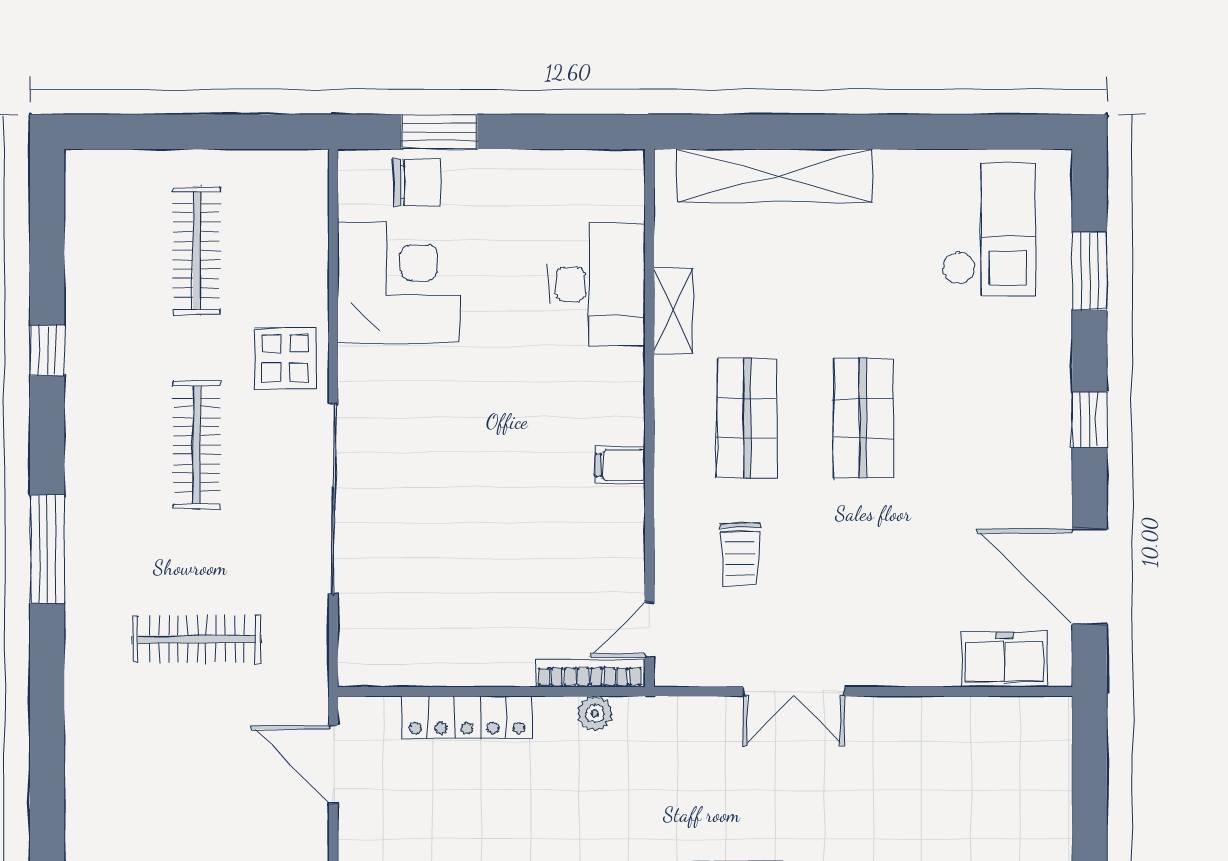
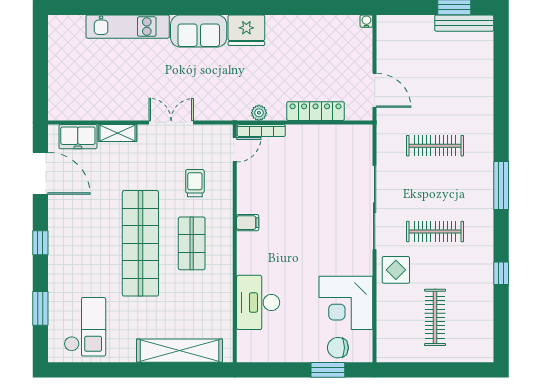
checkout: (989, 229) -> (85, 327), turned 180
shelving: (673, 311) -> (118, 133), moved, turned 90
shop shelf: (863, 418) -> (140, 243), width x2.00, depth x1.36
clothes rail: (197, 445) -> (435, 232), turned 90

